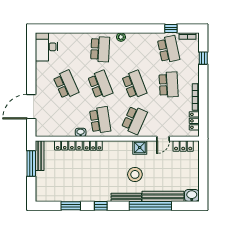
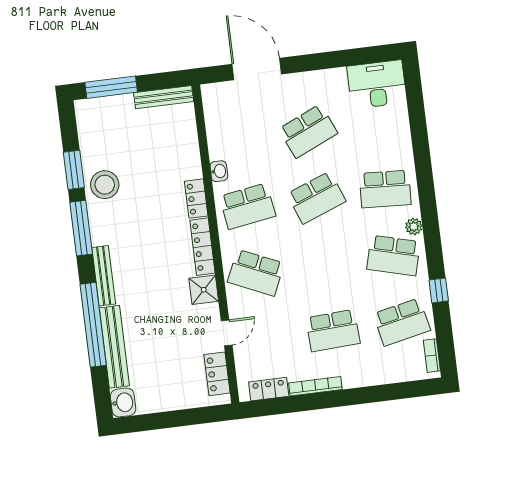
window: (171, 28) -> (439, 290), moved
window: (203, 58) -> (393, 392), removed
school desk: (134, 85) -> (394, 256), moved, turned 36
door: (163, 139) -> (227, 333), swing flipped
locker: (68, 145) -> (202, 247), moved
window: (31, 163) -> (111, 87), moved
stool: (135, 174) -> (105, 185), moved
window: (101, 206) -> (81, 228), width x2.17

